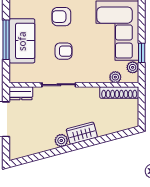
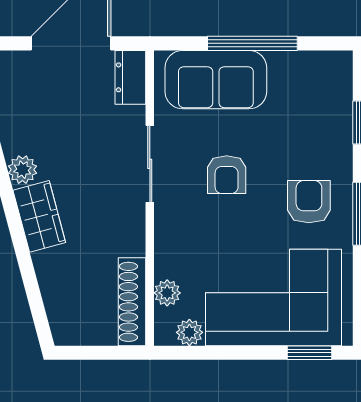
armchair: (61, 17) -> (309, 202), moved
sofa: (22, 41) -> (216, 80), moved
window: (142, 53) -> (310, 353), moved

